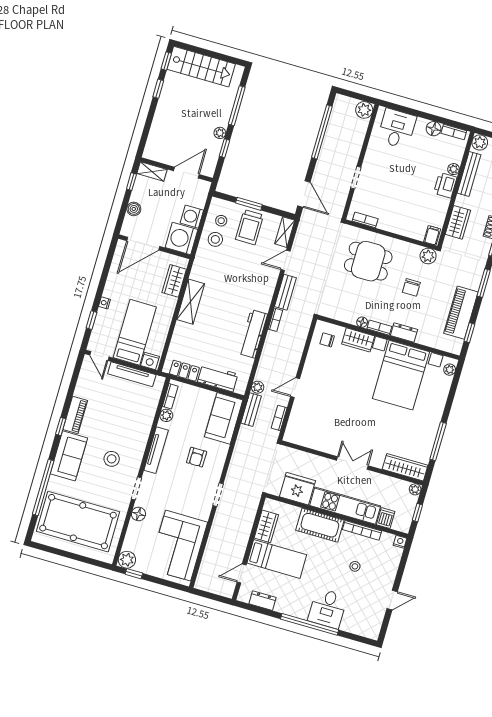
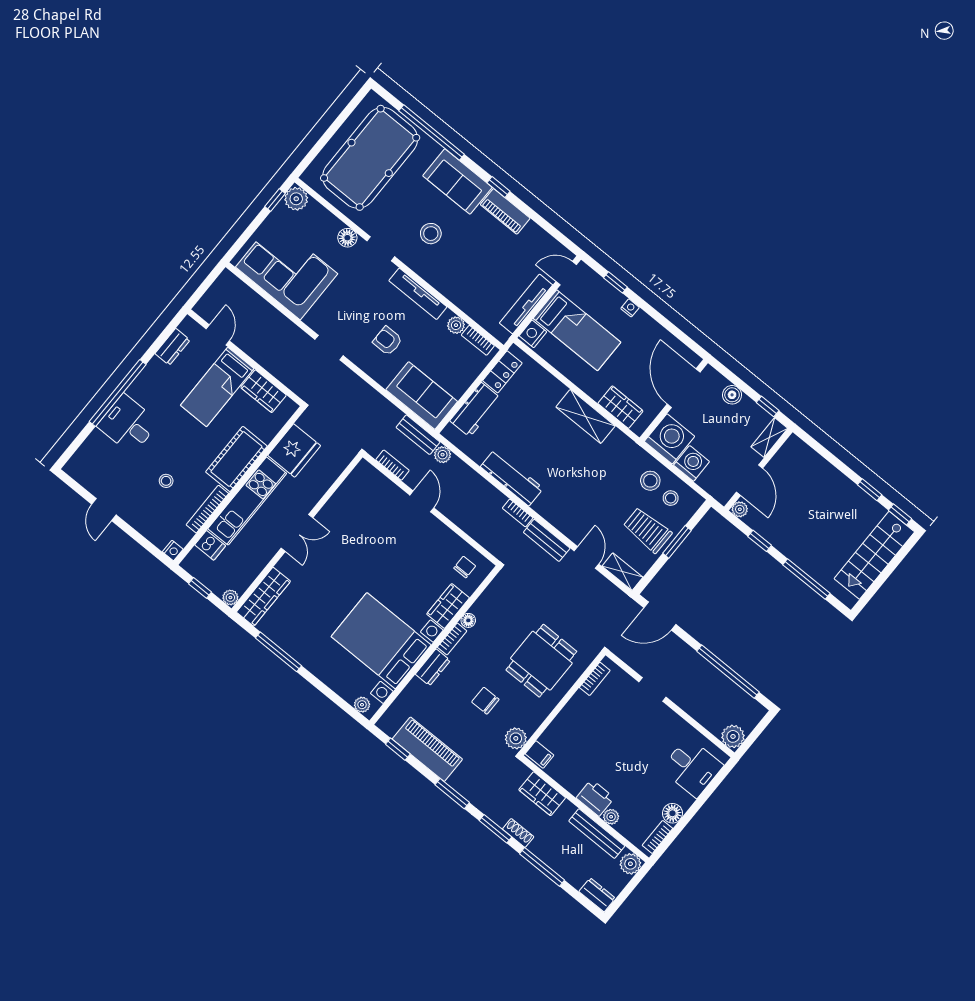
plant: (220, 133) -> (740, 509), moved

